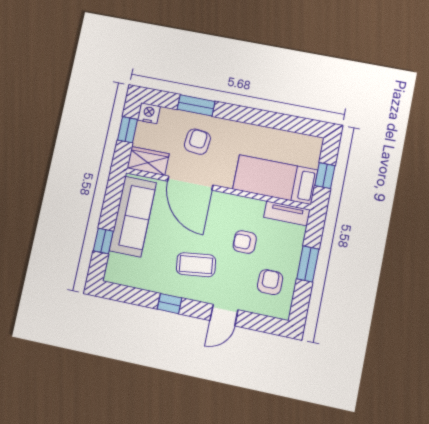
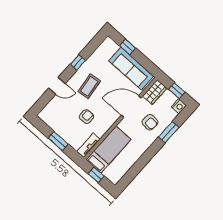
armchair: (270, 282) -> (60, 118), removed
door: (224, 315) -> (57, 86), swing flipped

